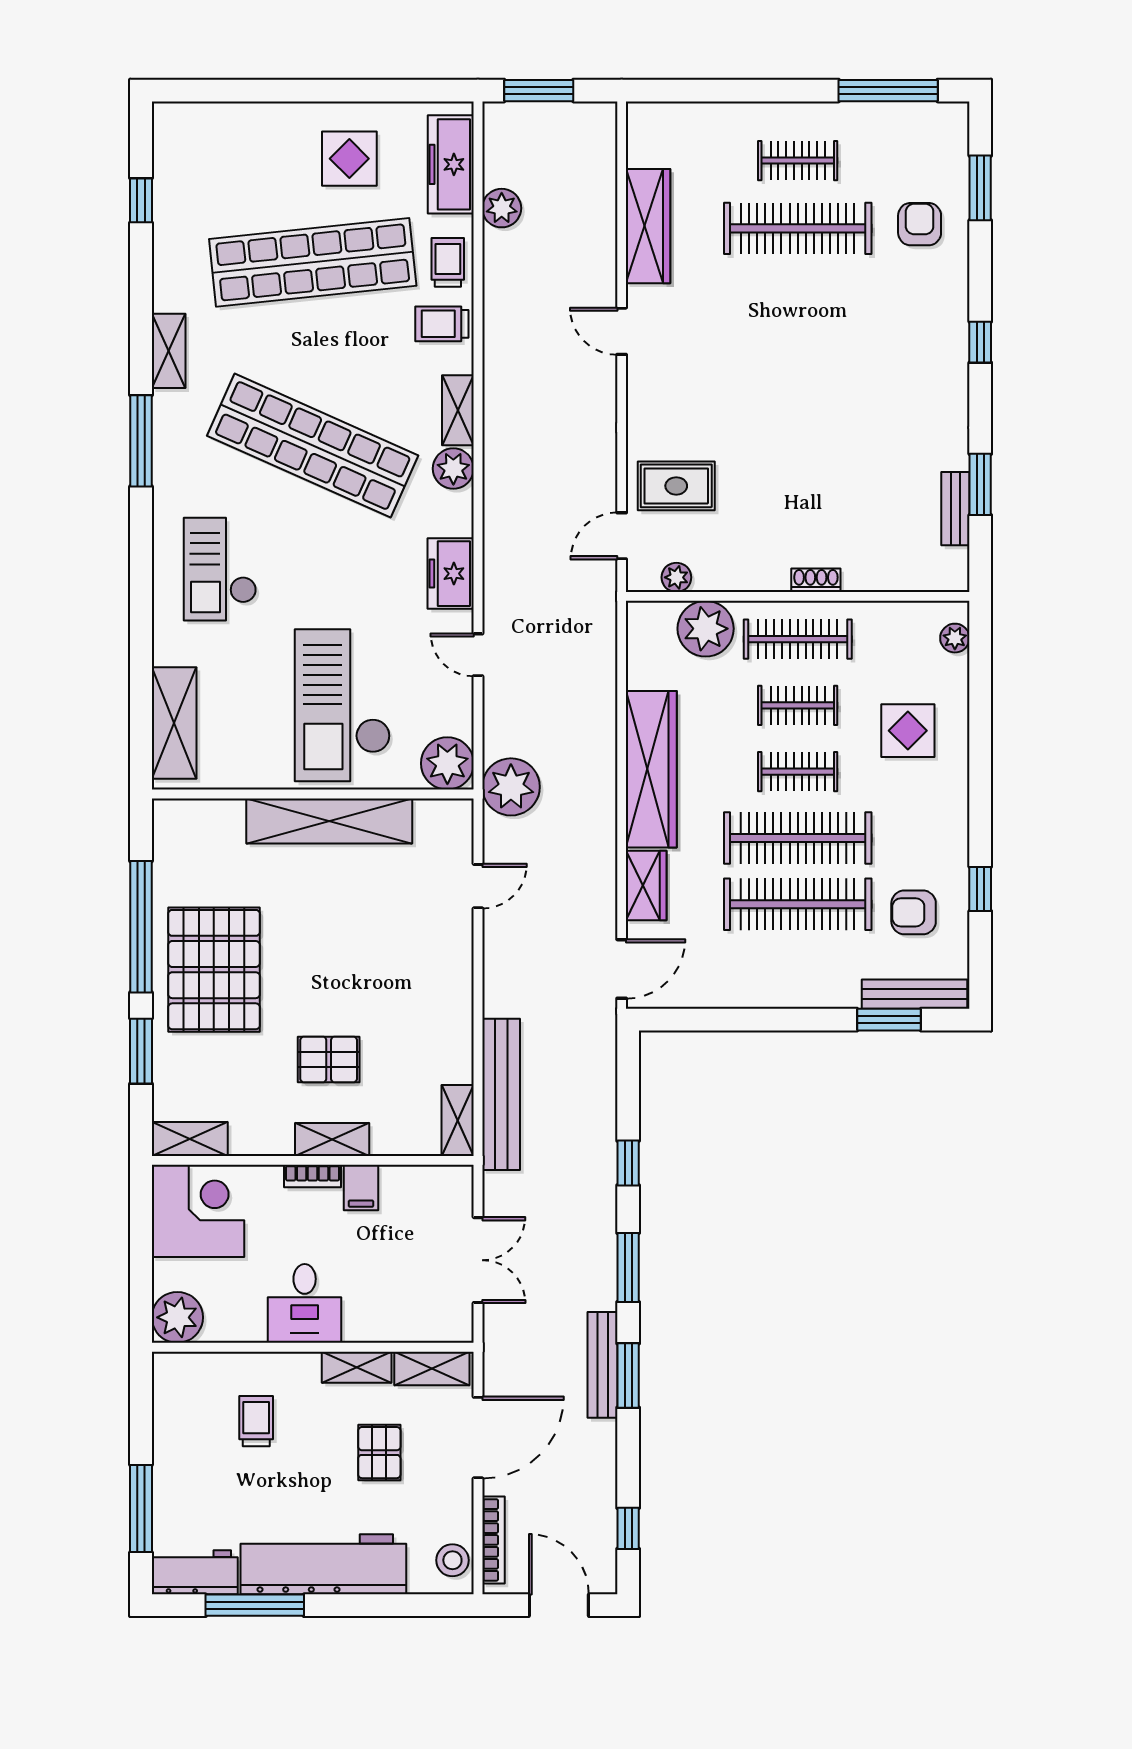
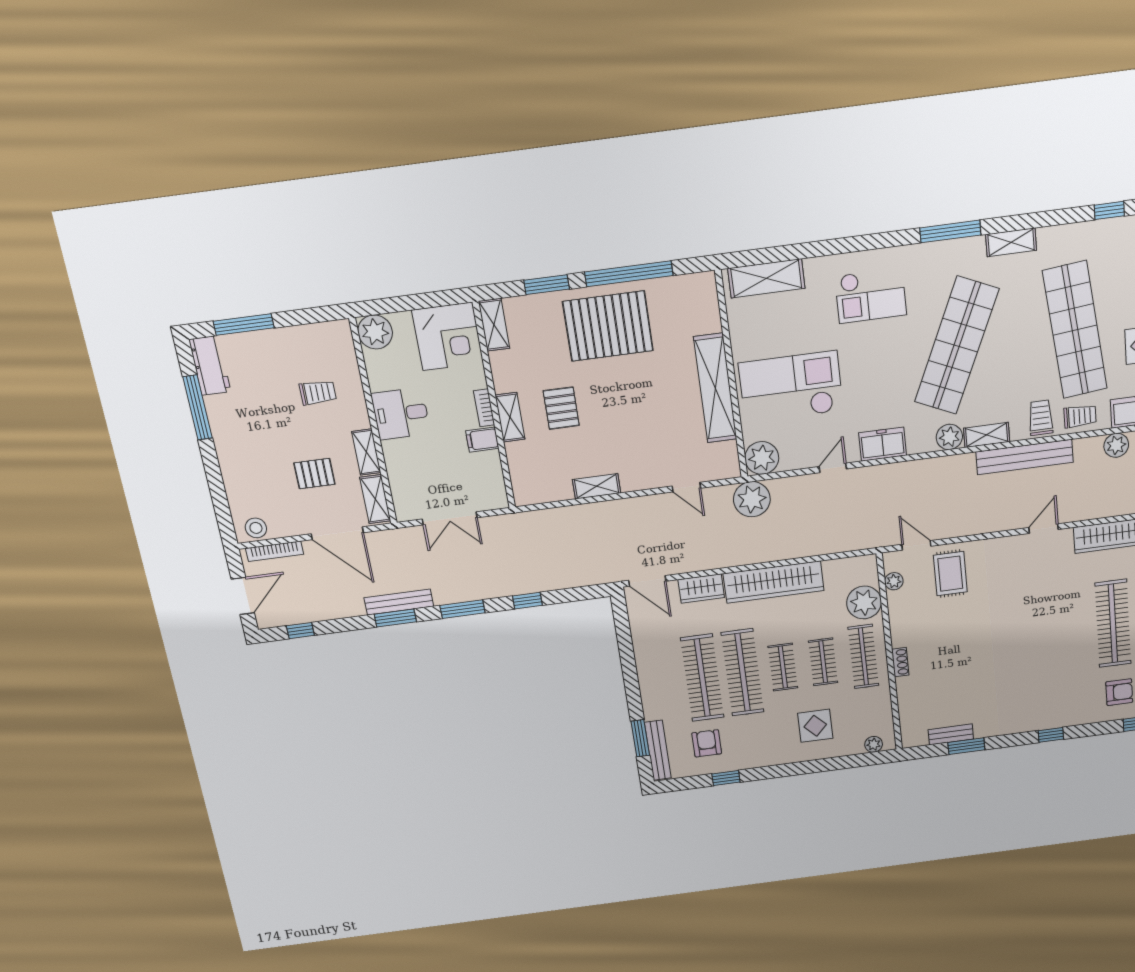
checkout: (220, 569) -> (871, 296), turned 180
bench: (501, 1094) -> (1025, 457), moved
shelving: (458, 1121) -> (597, 486), moved
workbench: (323, 1564) -> (235, 448), removed

